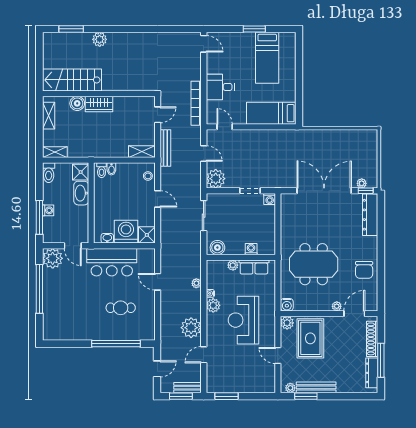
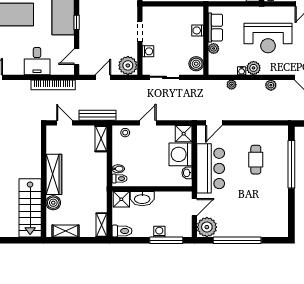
wardrobe: (99, 104) -> (54, 174), width x1.50
window: (259, 127) -> (77, 22), added
washing machine: (270, 199) -> (148, 51), moved
door: (158, 282) -> (214, 123), moved
plant: (191, 328) -> (271, 85), width x0.53, depth x0.53

